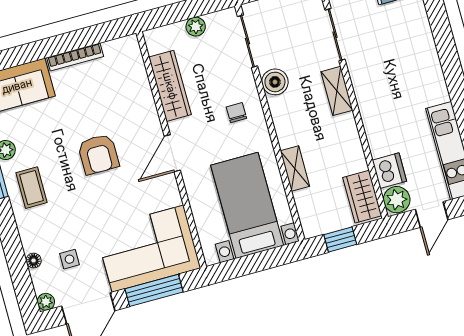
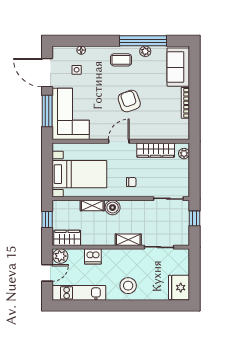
plant: (196, 27) -> (184, 154), moved
stool: (416, 69) -> (128, 286), added
boiler: (275, 82) -> (113, 208), moved
door: (172, 153) -> (119, 141), hinge flipped
armchair: (98, 154) -> (129, 101), turned 71
dishwasher: (389, 171) -> (93, 256), moved
door: (432, 214) -> (47, 273), swing flipped
plant: (46, 302) -> (57, 51), removed

